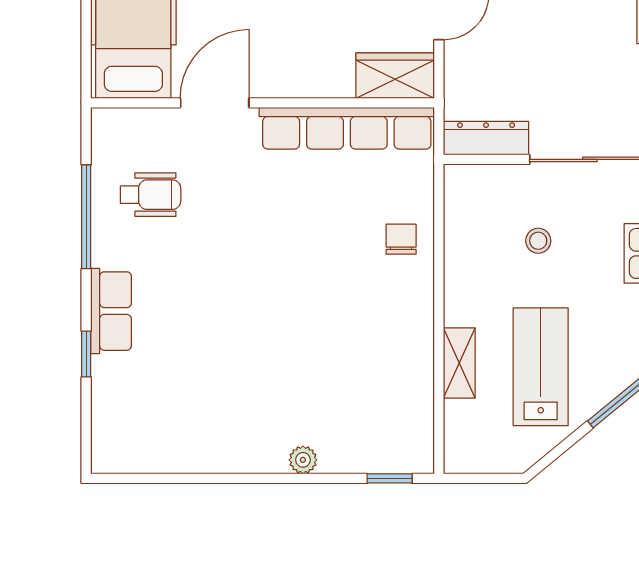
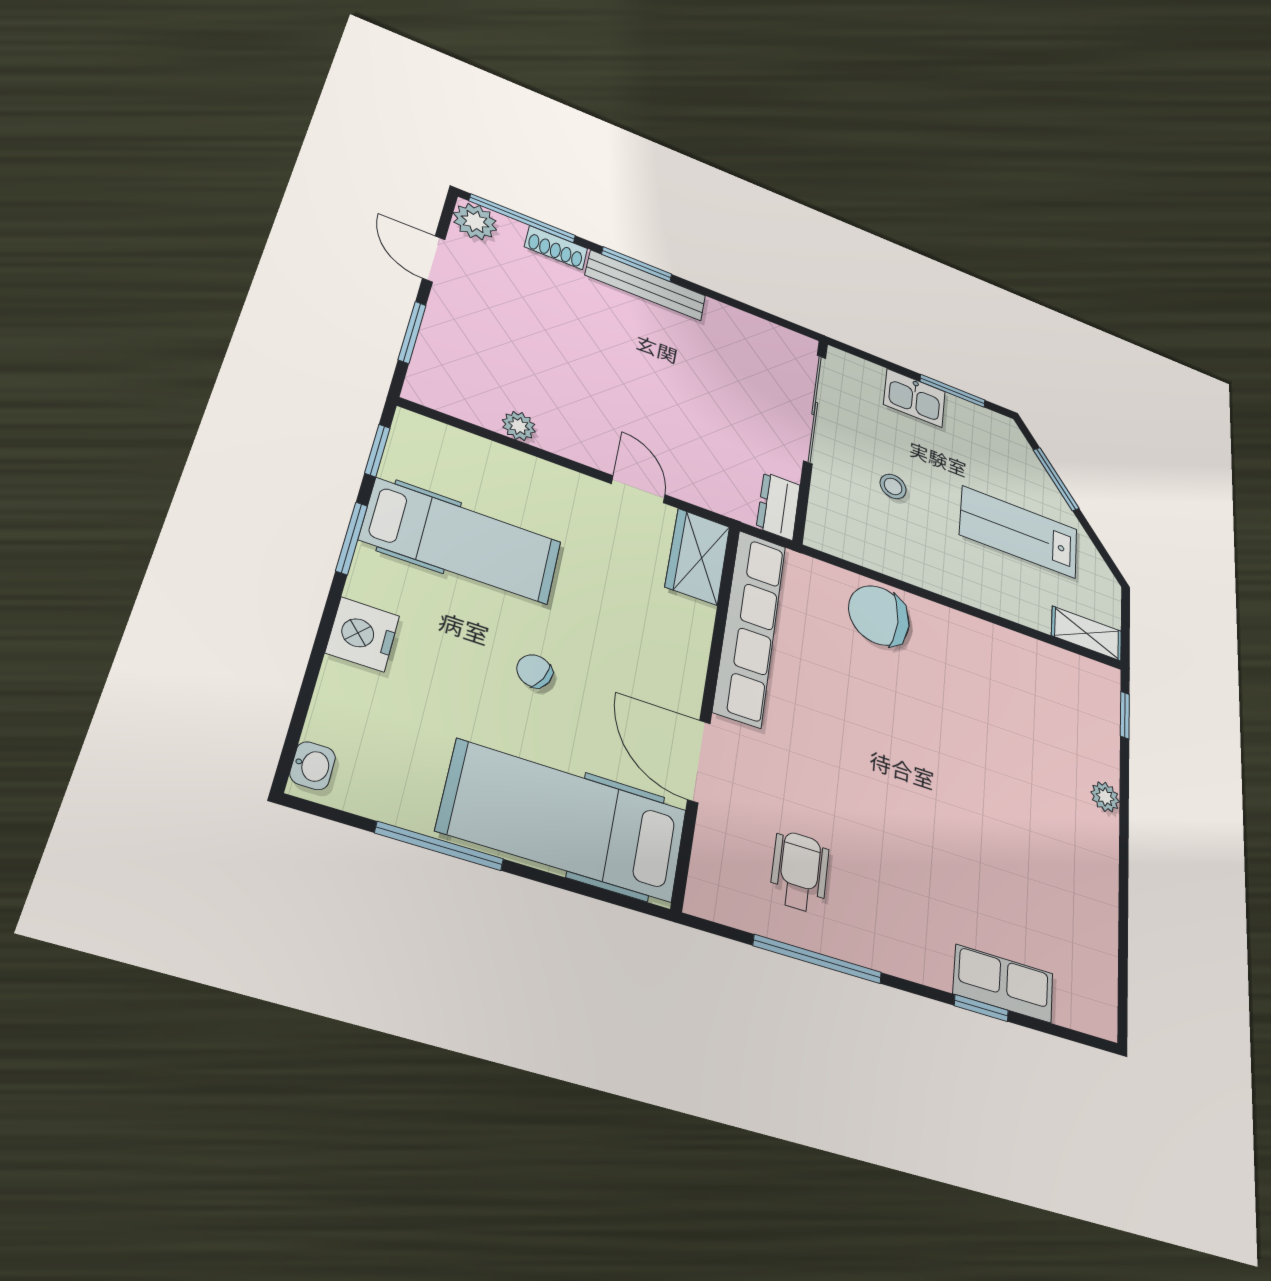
dresser: (486, 138) -> (778, 506), width x0.70
chair: (401, 239) -> (879, 615), width x1.87, depth x1.87
row of seats: (111, 311) -> (1003, 984), moved
shelving: (459, 363) -> (1087, 633), moved

